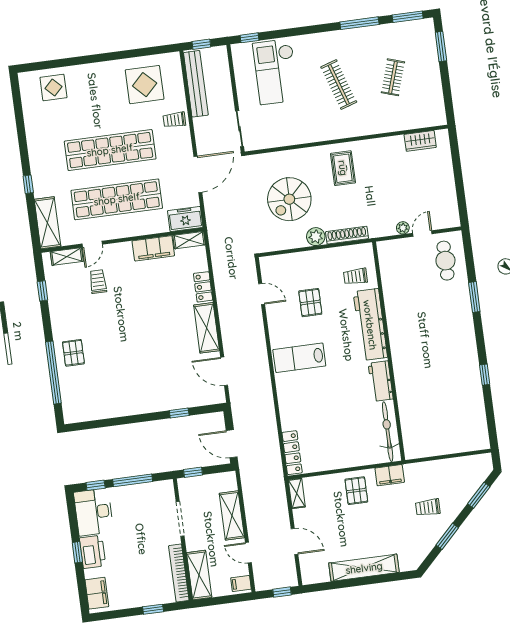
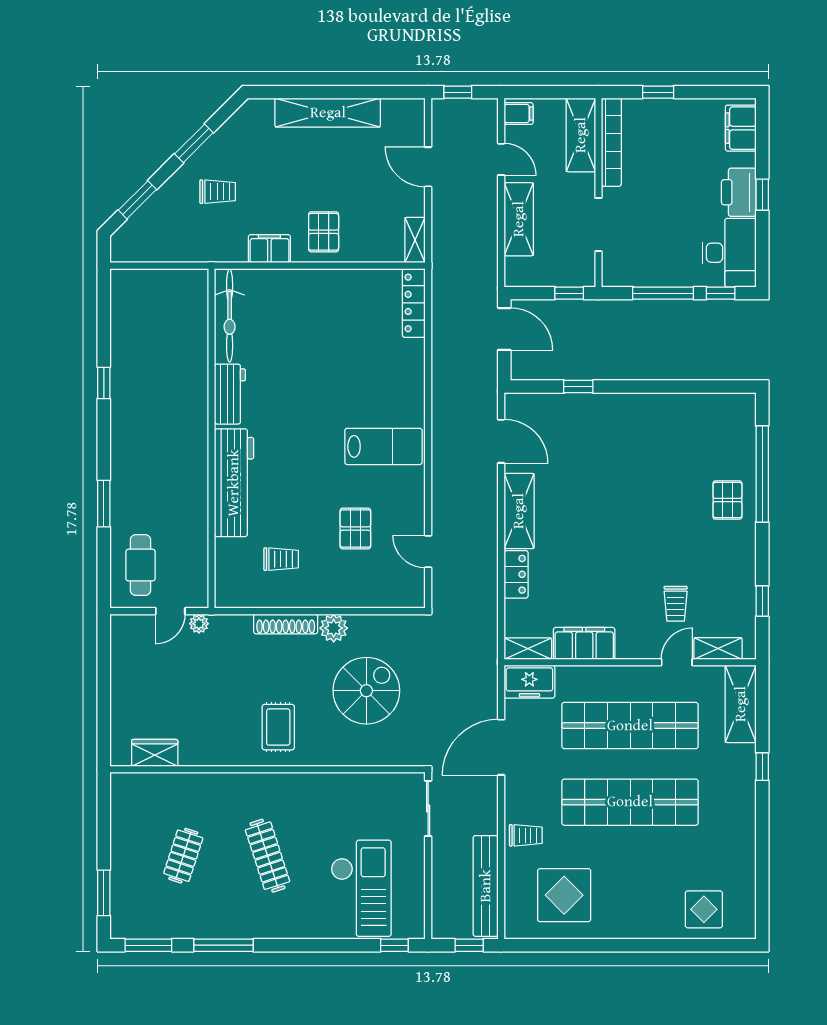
workbench: (370, 325) -> (234, 483), moved
wall: (389, 351) -> (212, 438), moved
workbench: (381, 381) -> (230, 394), moved
bicycle: (388, 432) -> (230, 316), moved

